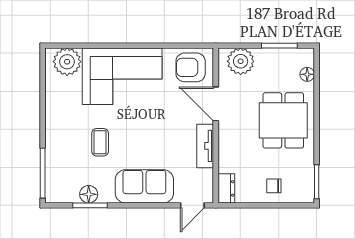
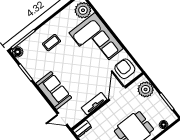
coffee table: (100, 142) -> (52, 43), moved
floor lamp: (89, 194) -> (18, 52), moved

